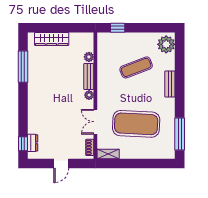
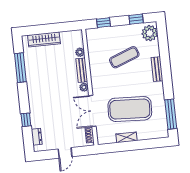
window: (153, 28) -> (136, 19), added
double door: (95, 122) -> (92, 111), width x1.37
window: (23, 144) -> (26, 120), moved
shelving: (108, 154) -> (126, 137), moved

